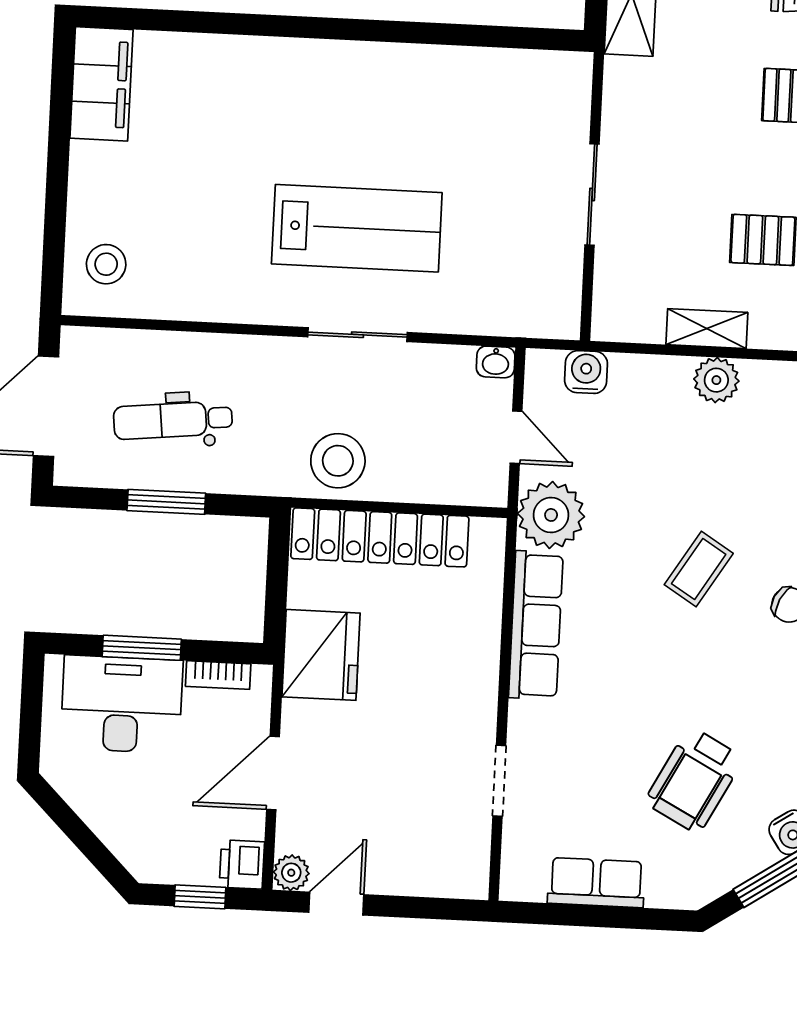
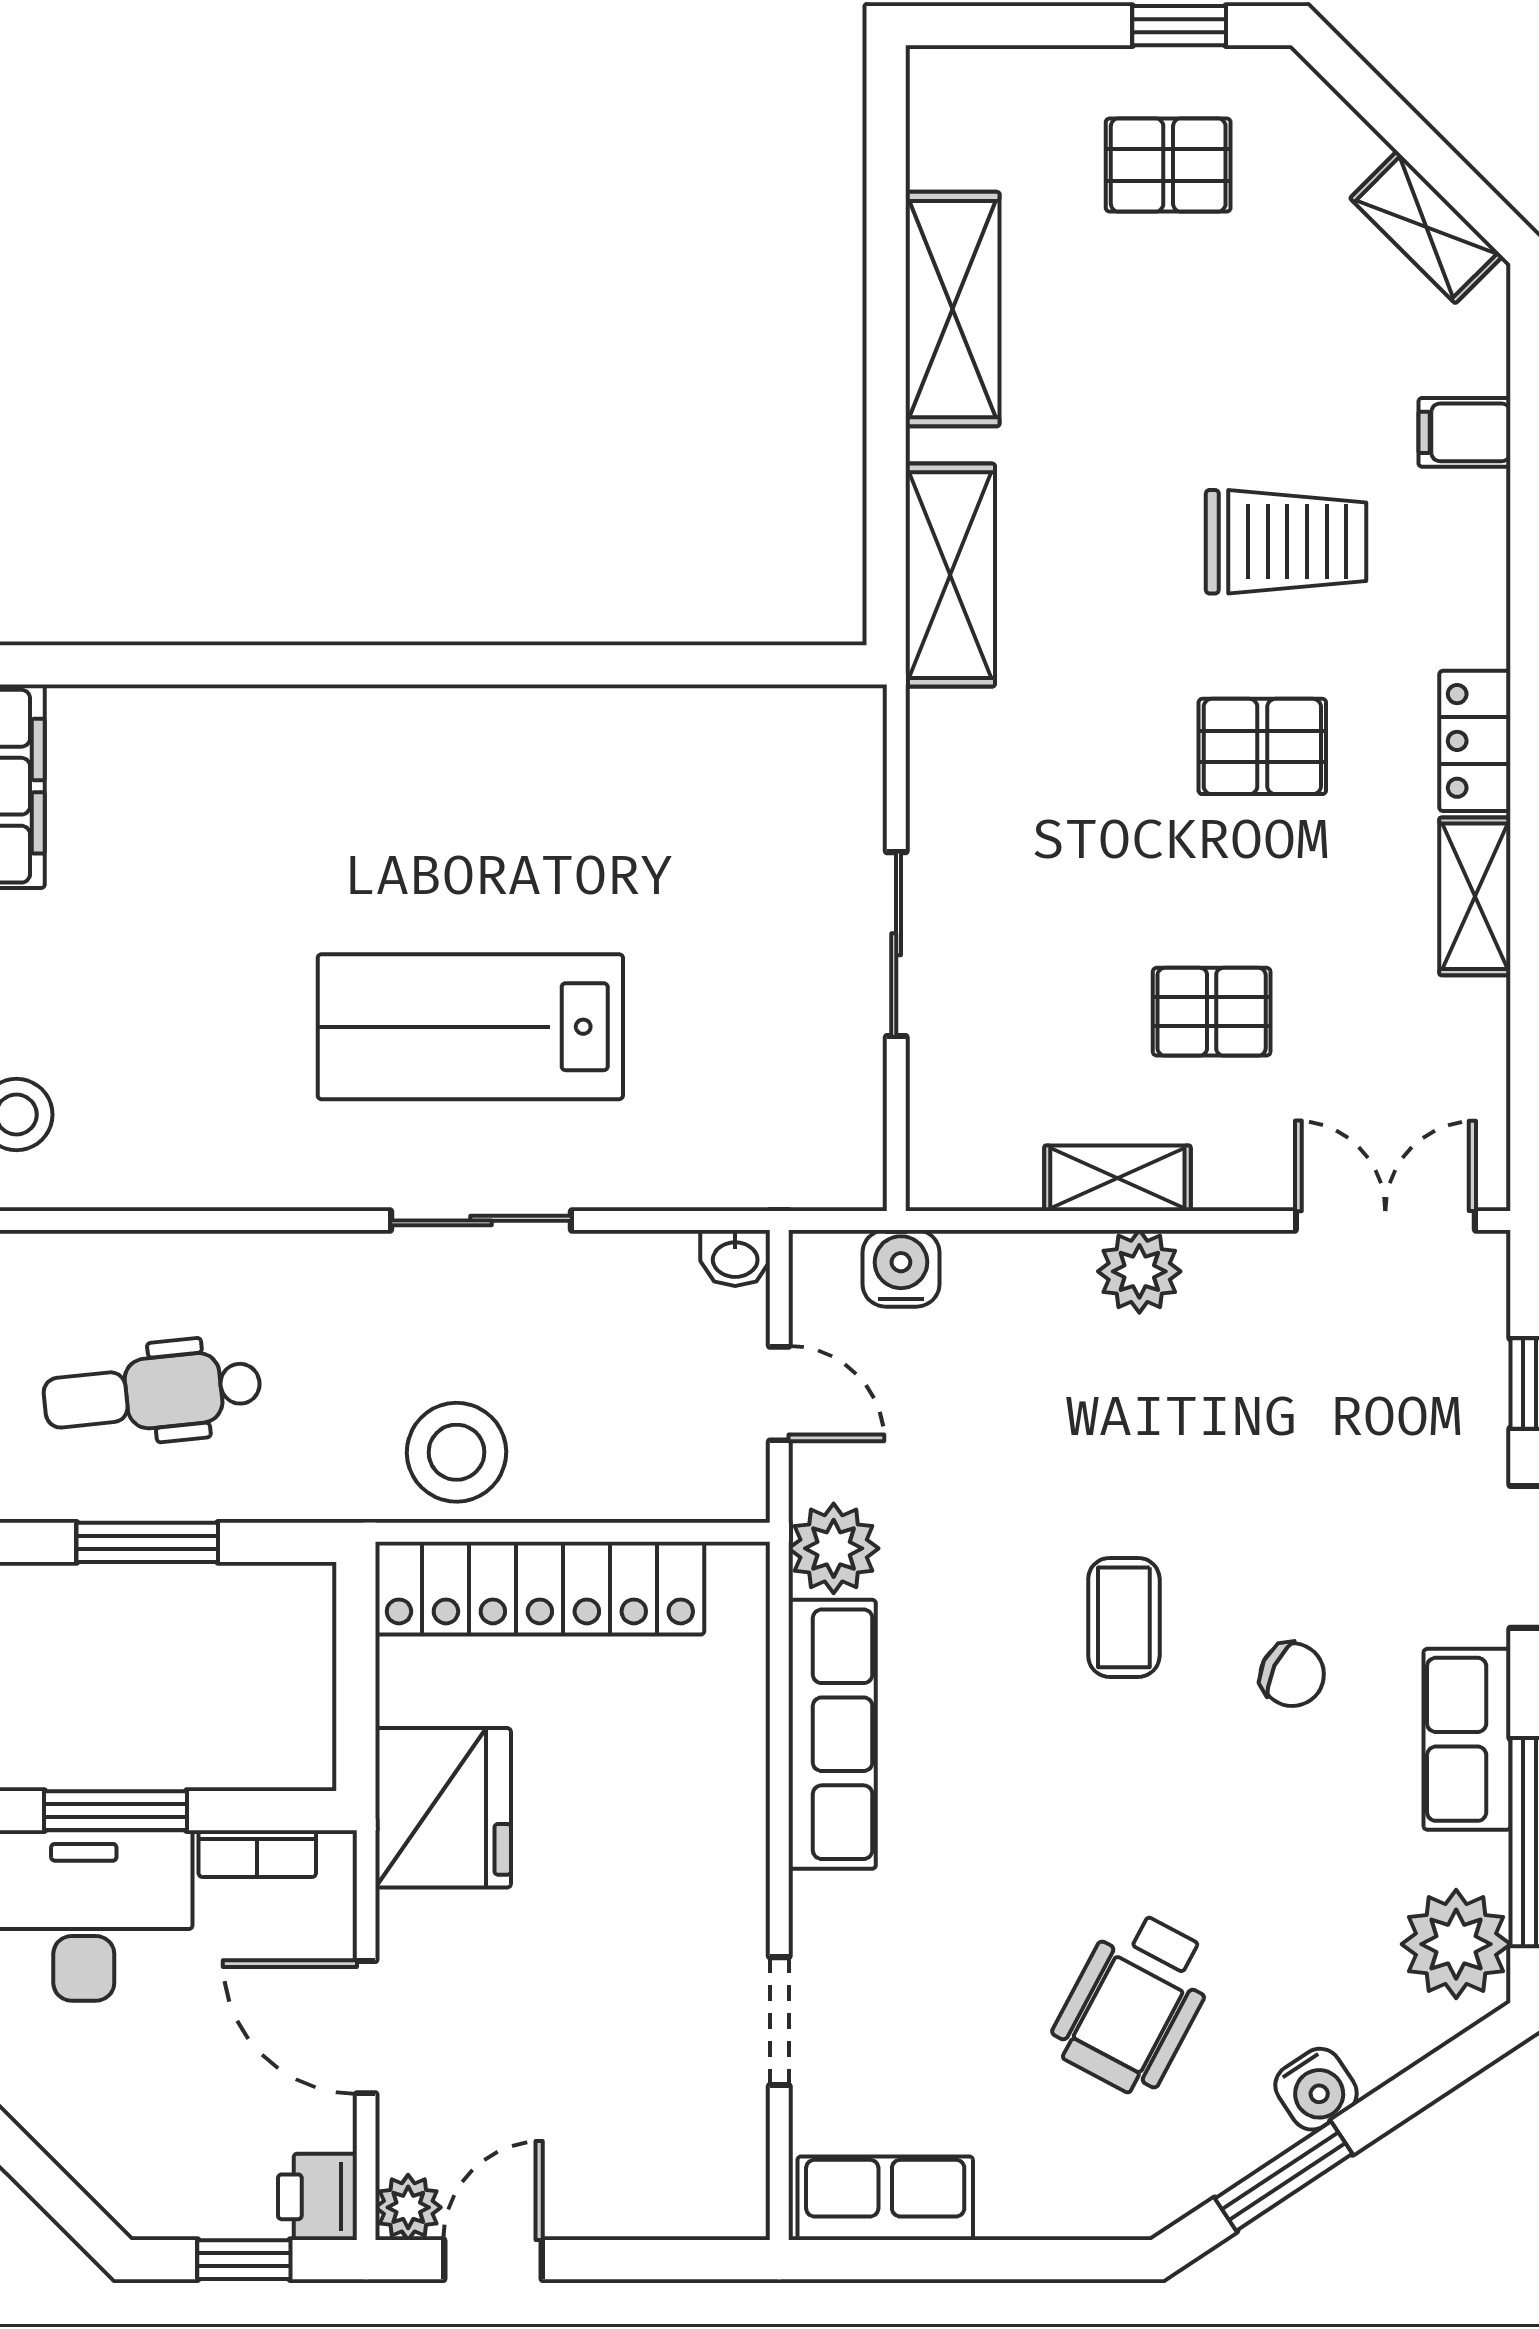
lab bench: (357, 228) -> (470, 1027), turned 180
plant: (551, 515) -> (834, 1548), width x0.73, depth x0.73
coffee table: (699, 569) -> (1124, 1617), turned -32
door: (273, 773) -> (366, 2027), hinge flipped
row of seats: (596, 883) -> (885, 2198), moved

